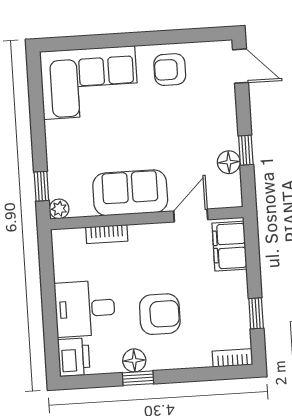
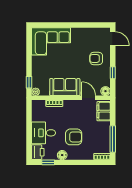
armchair: (170, 70) -> (96, 58), moved
floor lamp: (229, 162) -> (105, 91), moved
door: (191, 215) -> (89, 98), hinge flipped
window: (256, 313) -> (113, 139), width x2.17
window: (138, 378) -> (48, 162), moved

